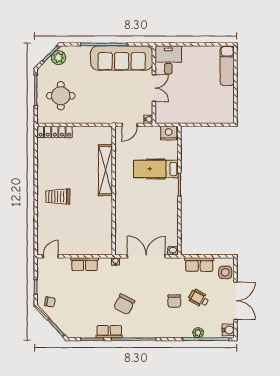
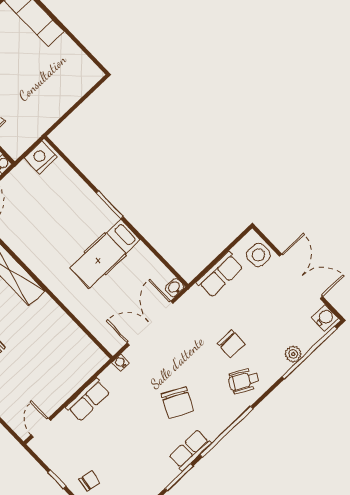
hospital bed: (156, 169) -> (105, 254), moved
wheelchair: (199, 298) -> (244, 381), moved

